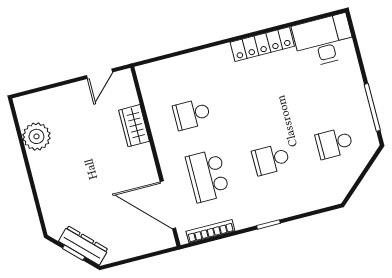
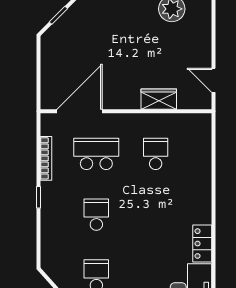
locker: (262, 44) -> (202, 244), width x0.66
bookcase: (210, 231) -> (46, 158), moved
dresser: (83, 245) -> (63, 26), removed

